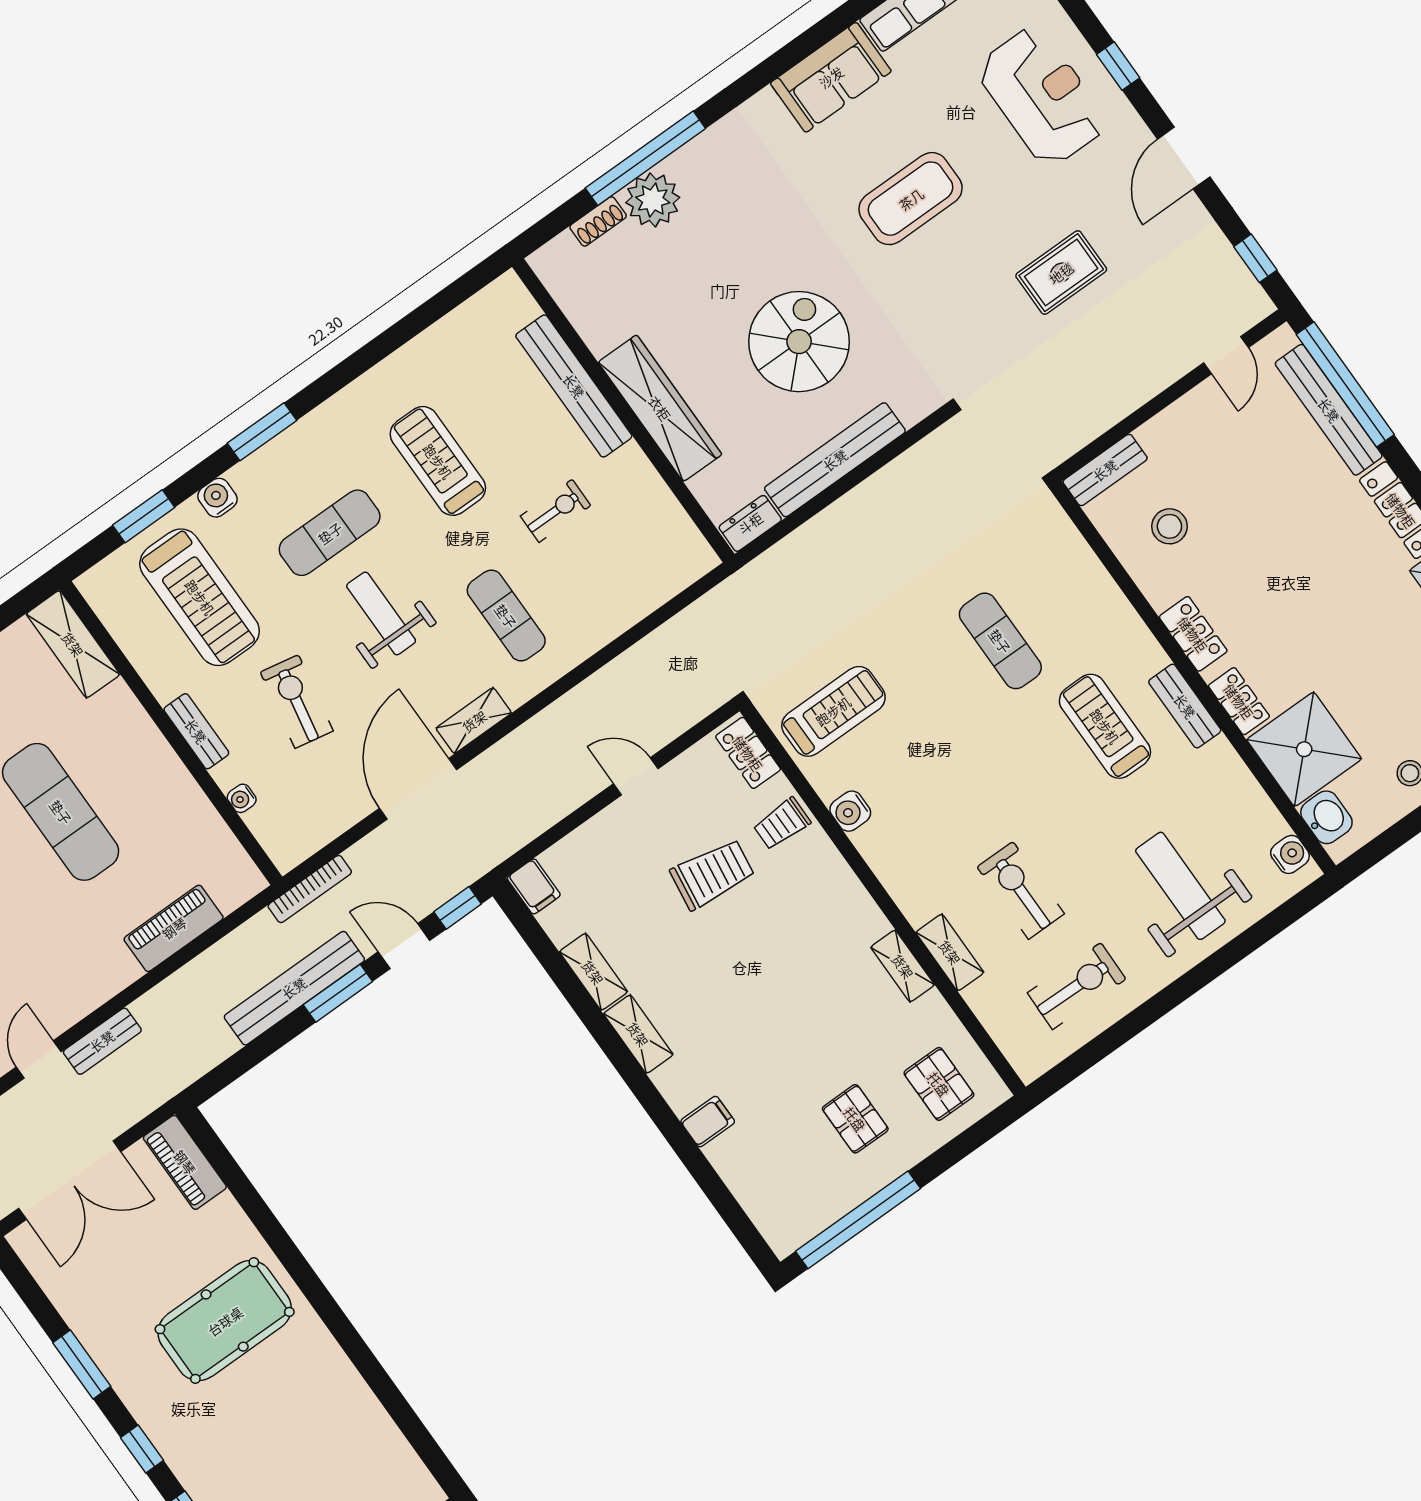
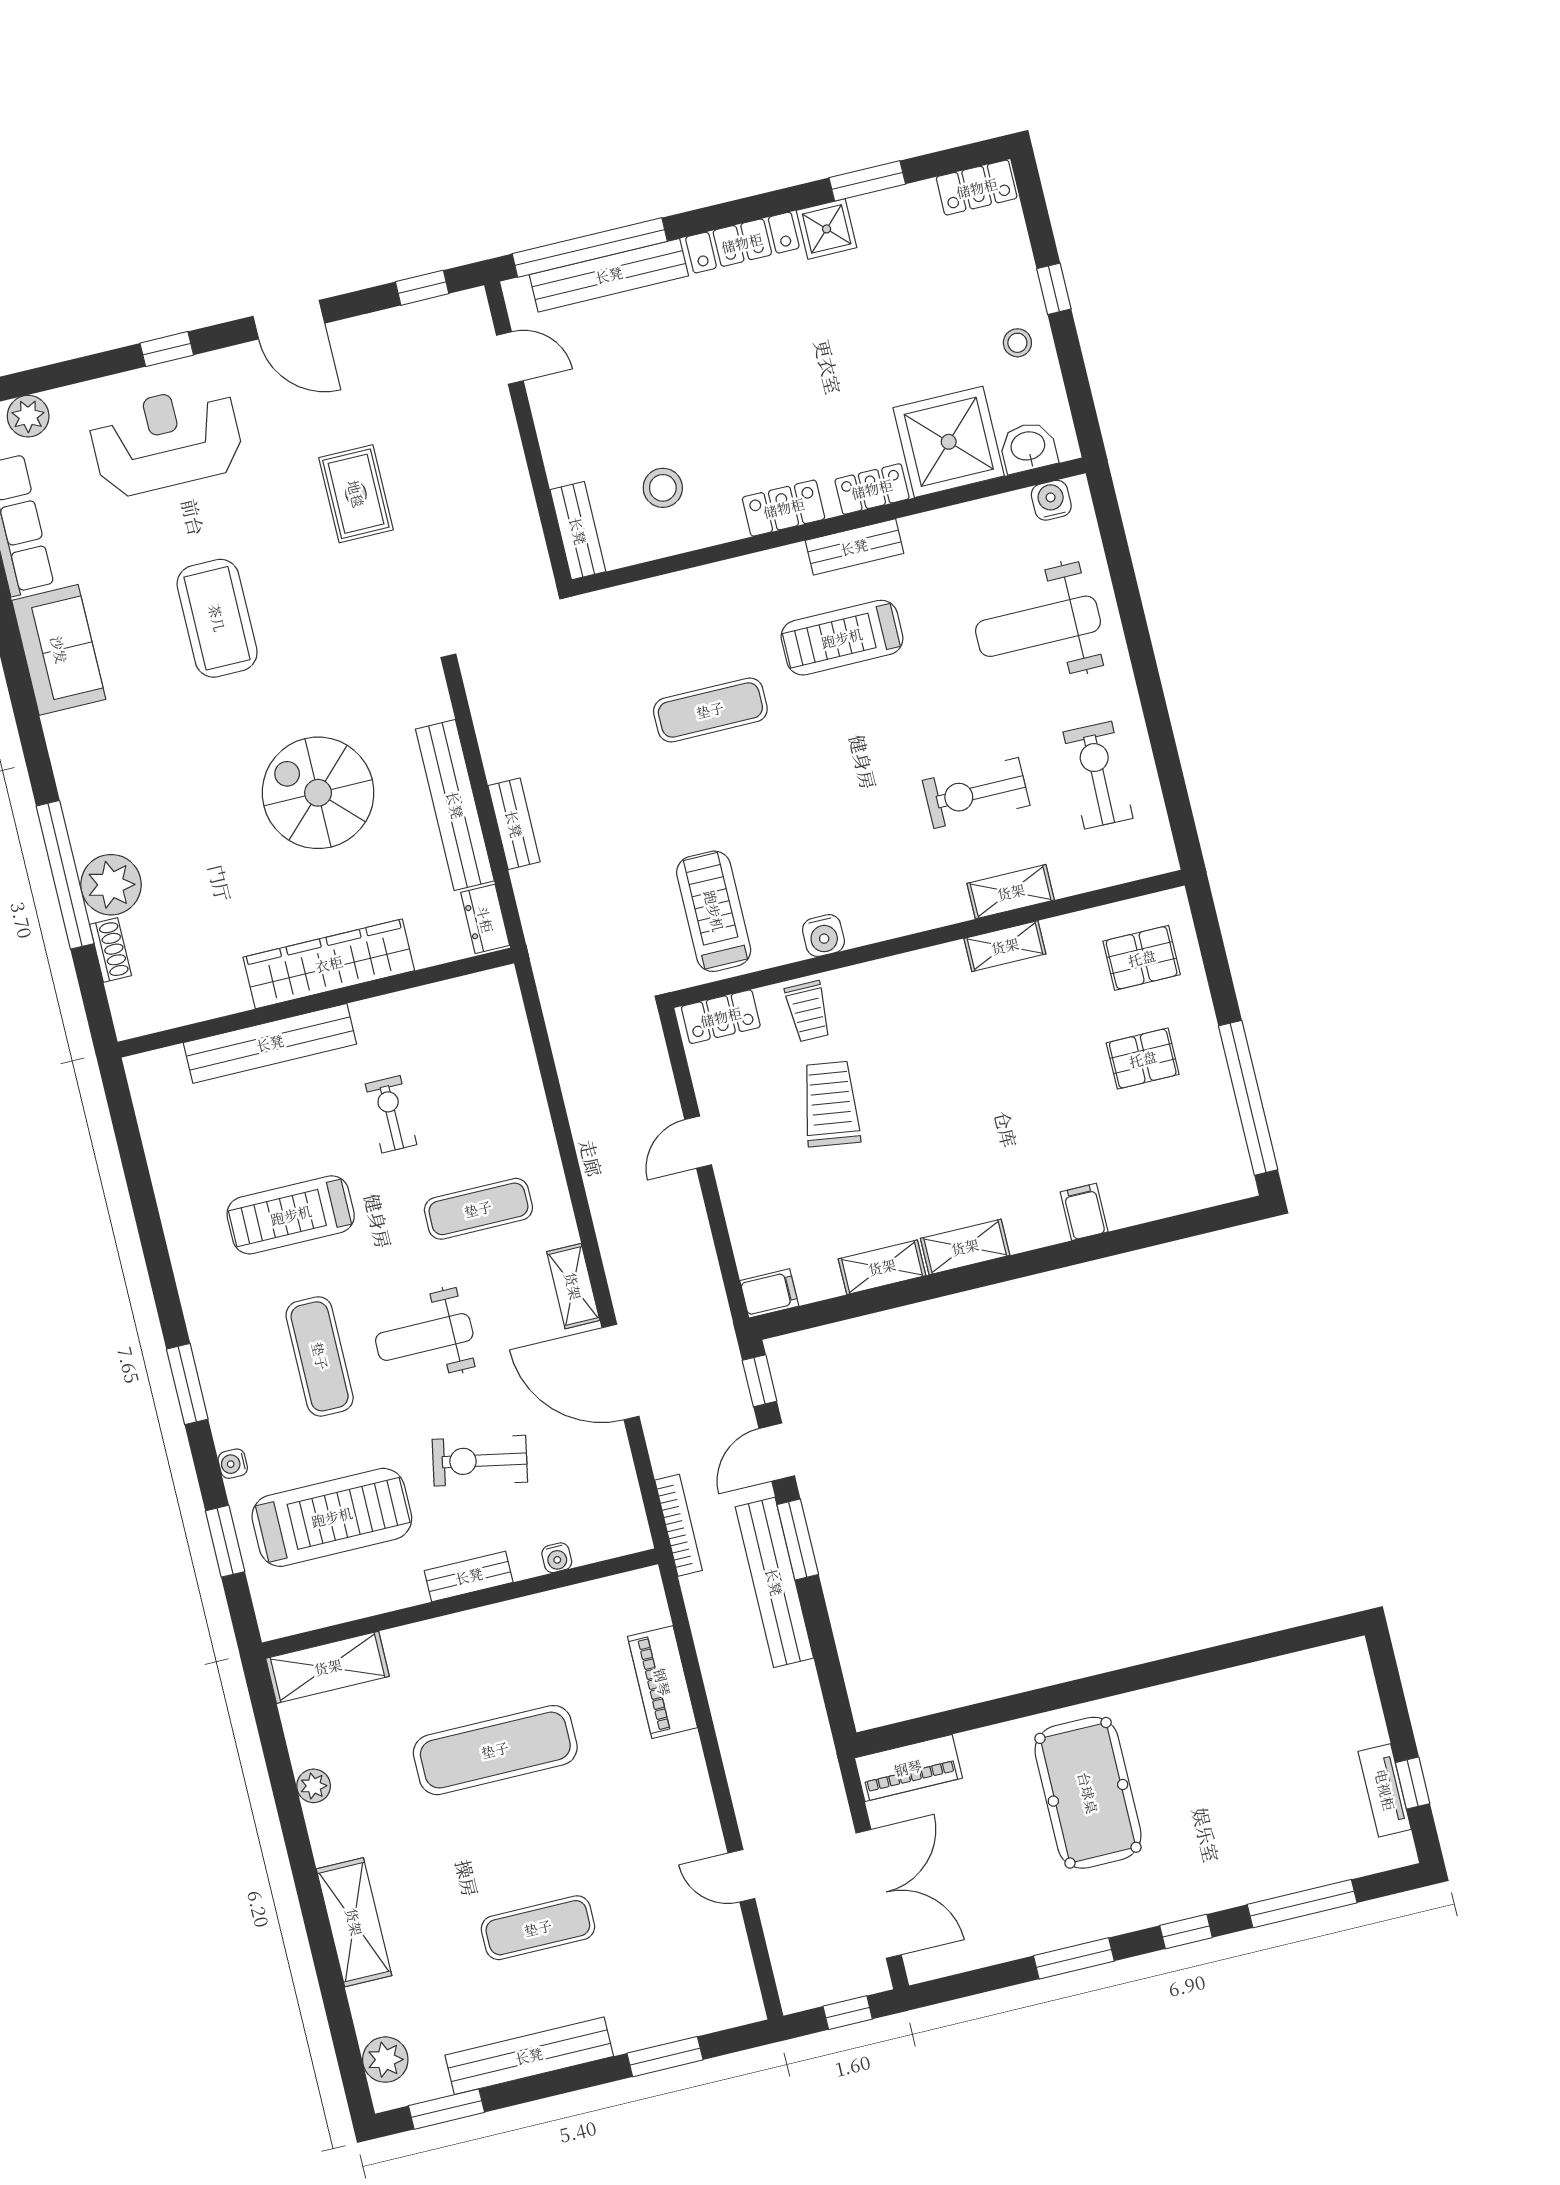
water cooler: (217, 498) -> (233, 1464), width x0.72, depth x0.72
bench: (102, 1041) -> (514, 824), moved

